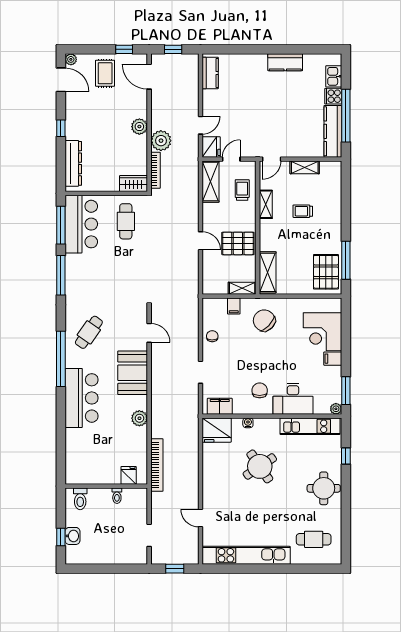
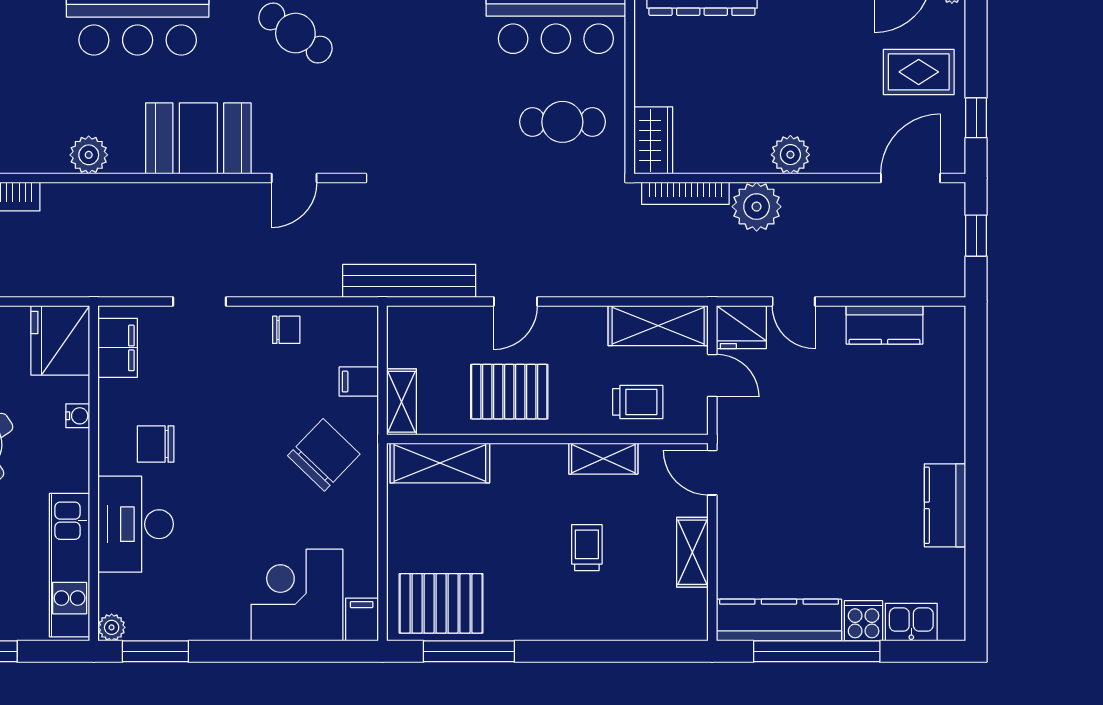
kitchen counter: (210, 73) -> (885, 325), moved
pallet: (238, 243) -> (509, 392), turned 90
bench: (192, 285) -> (409, 281), added
filing cabinet: (333, 359) -> (362, 620), moved
chair: (260, 390) -> (156, 444), turned 180

